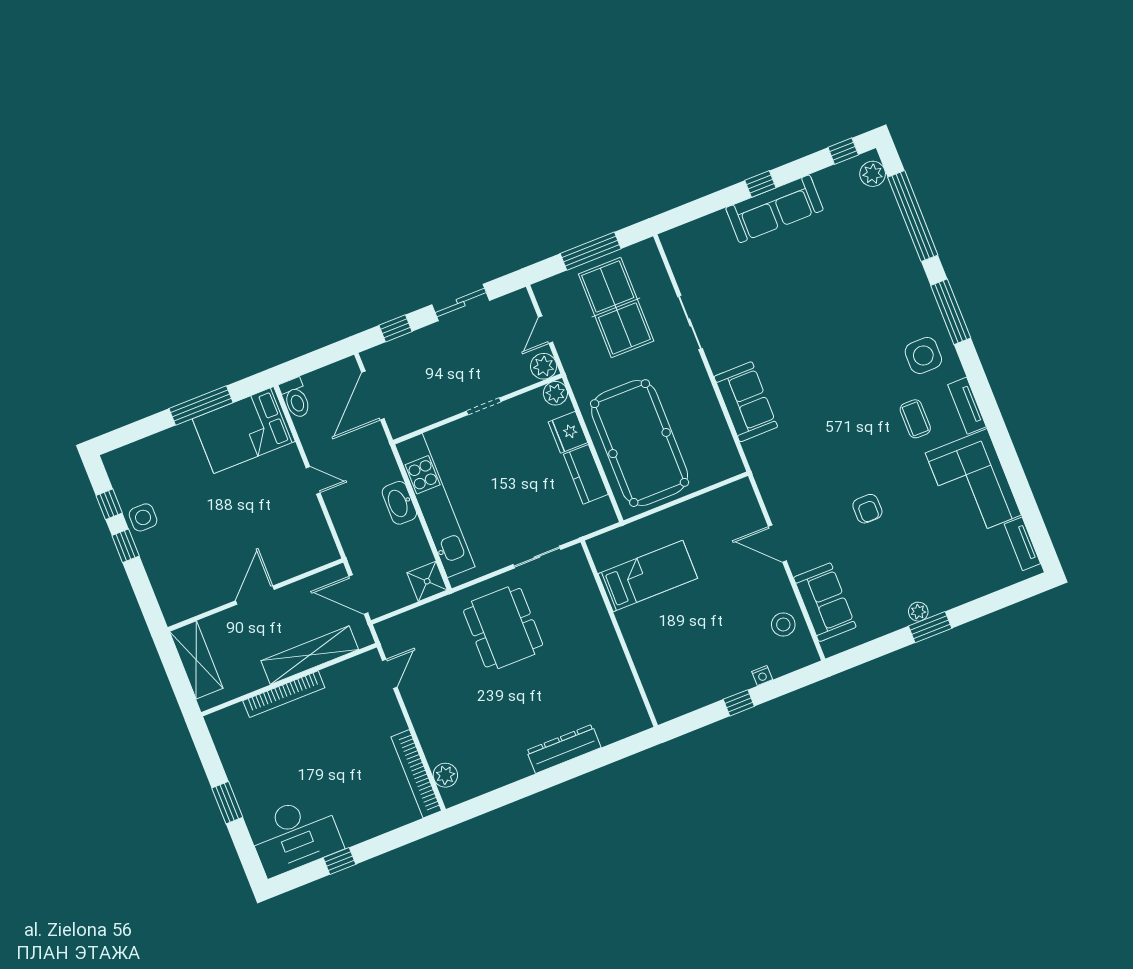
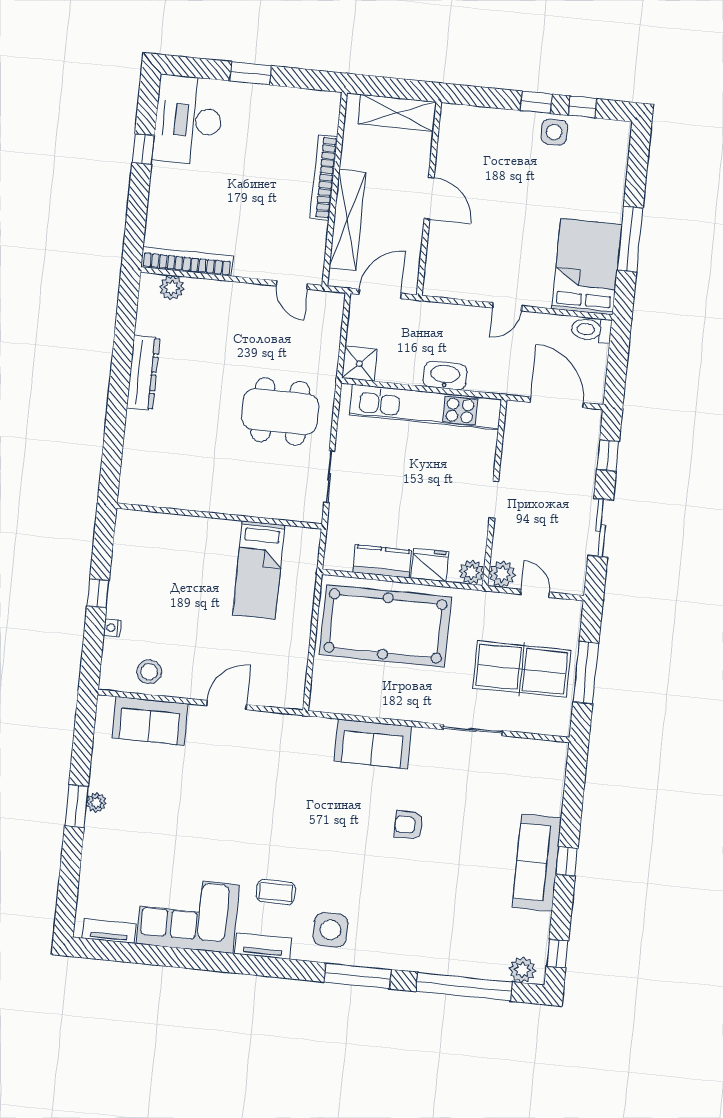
armchair: (867, 509) -> (409, 825), moved
dresser: (564, 749) -> (143, 373), moved

